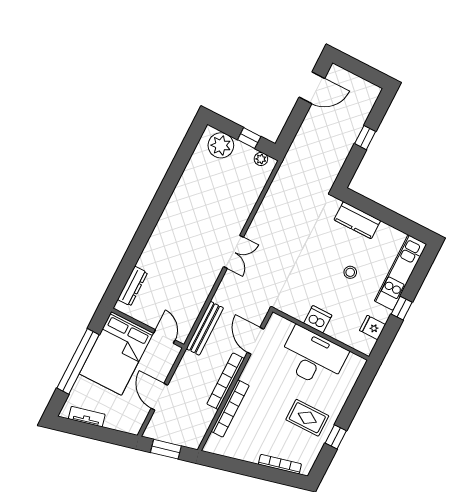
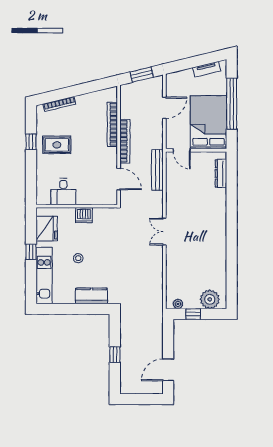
fridge: (373, 328) -> (47, 229), width x1.88, depth x1.34
desk: (313, 357) -> (63, 192), width x0.53, depth x0.77
door: (159, 397) -> (164, 108), hinge flipped

